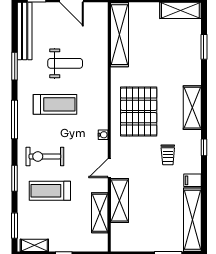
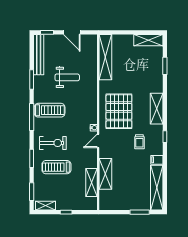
treadmill: (55, 104) -> (50, 110), moved
exercise bike: (45, 156) -> (53, 143), turned 180
door: (109, 168) -> (98, 141), moved

